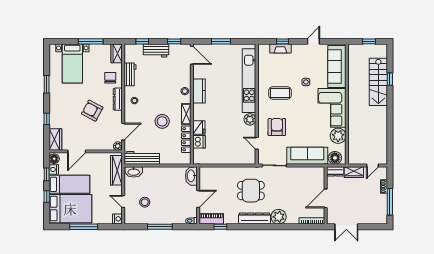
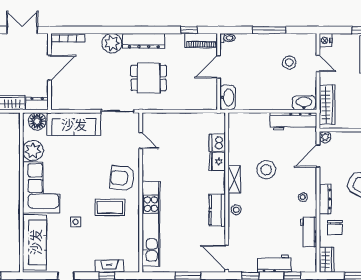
plant: (250, 119) -> (150, 172), removed
armchair: (277, 127) -> (122, 178), moved, turned 95
locker: (186, 139) -> (234, 146), removed

